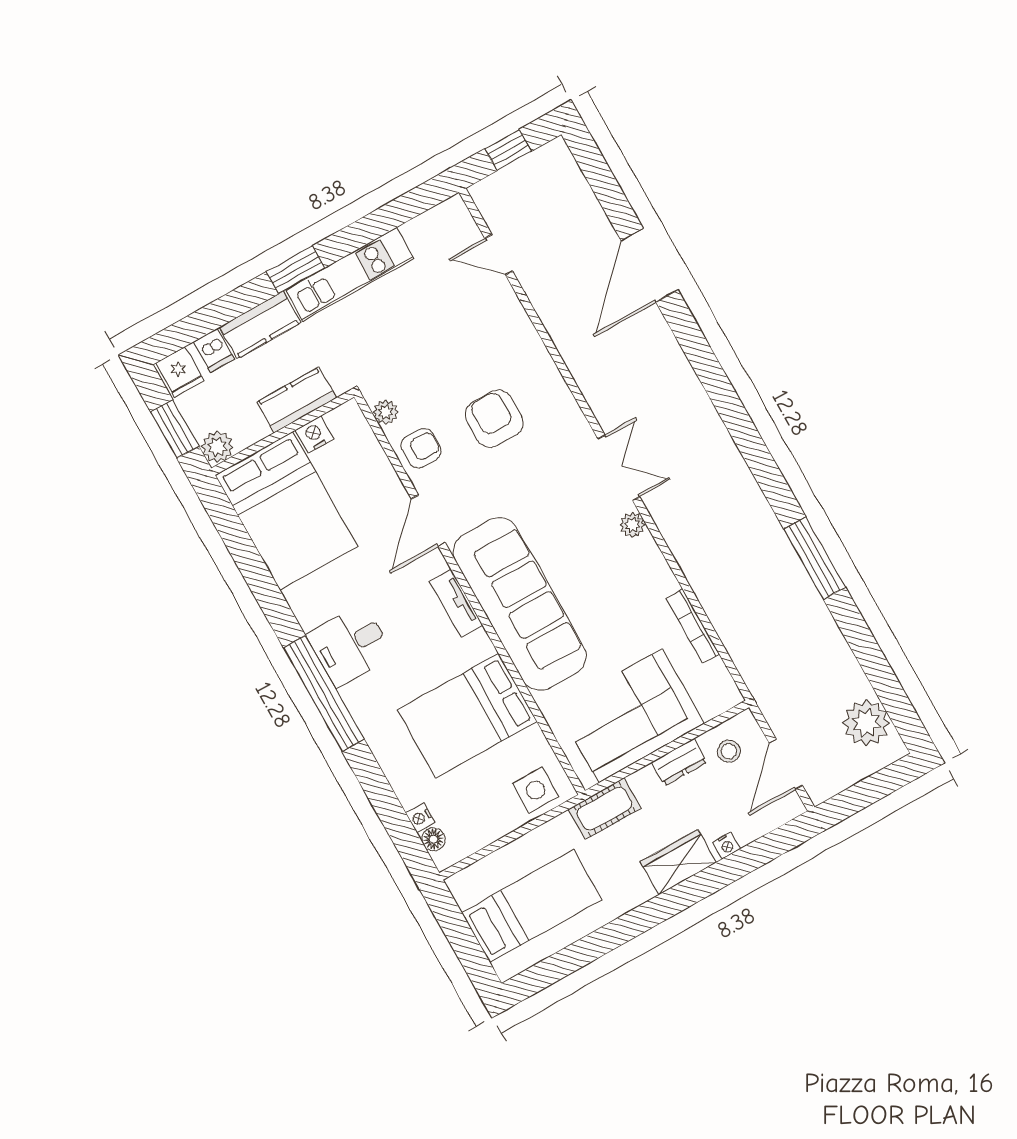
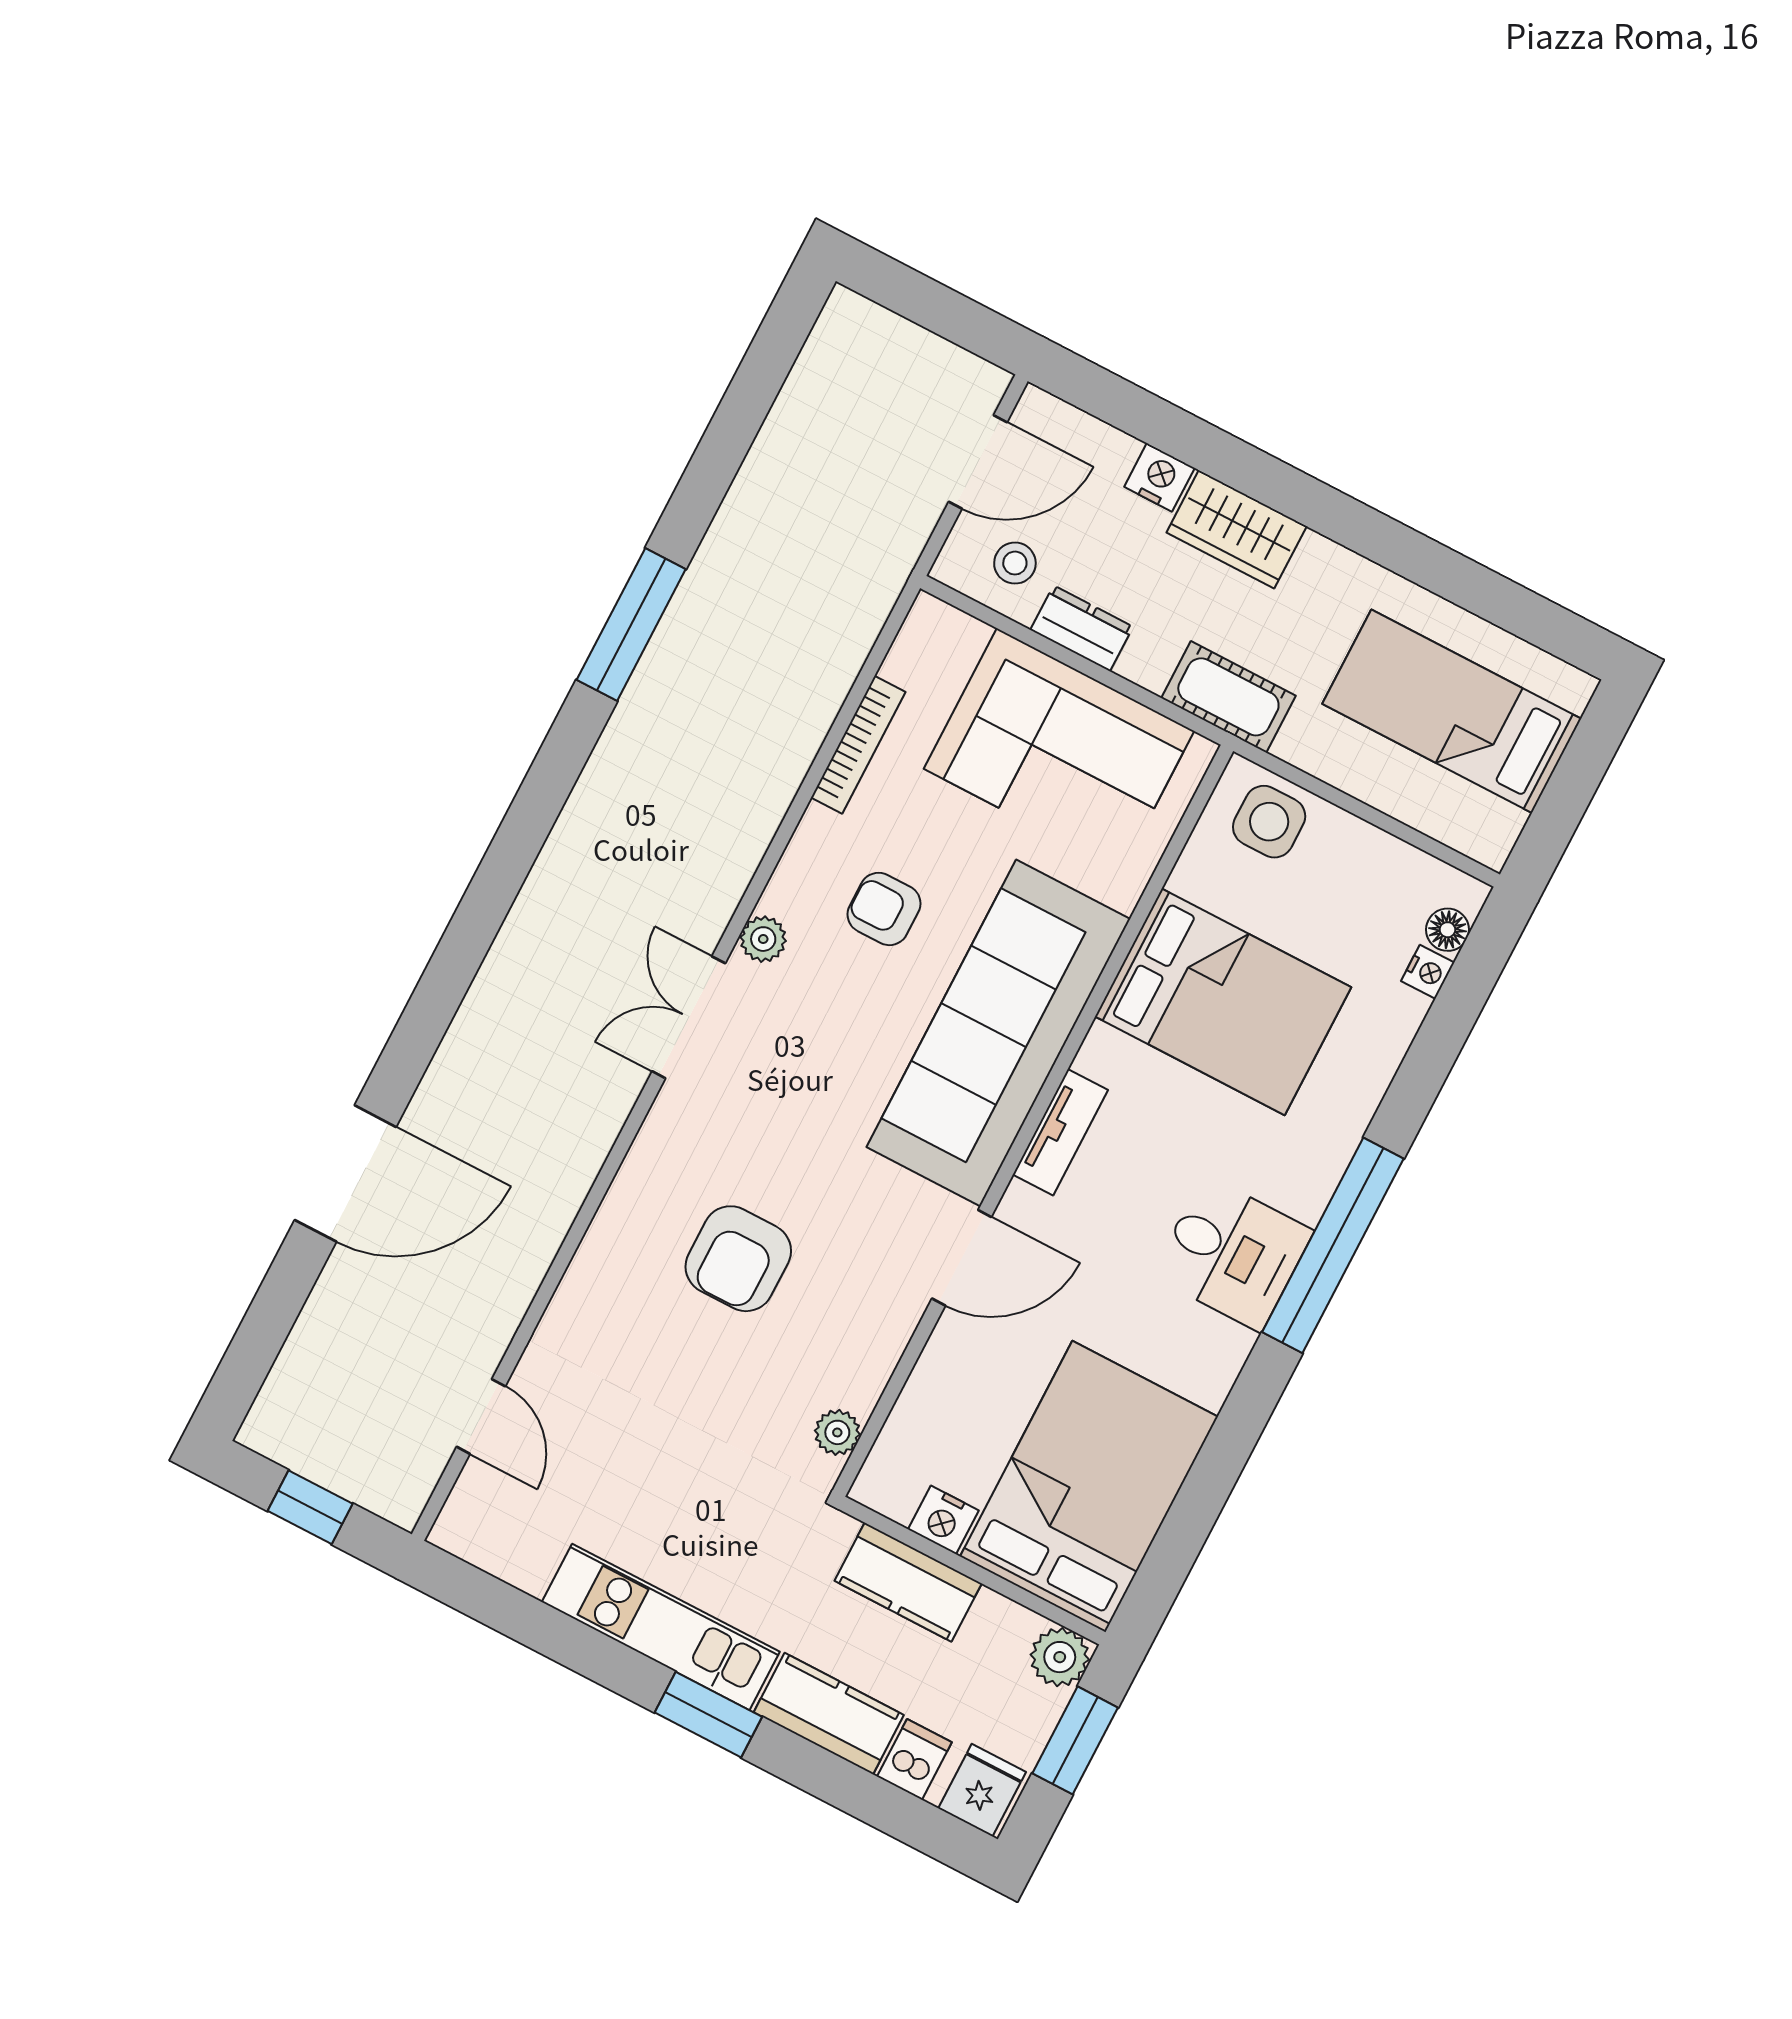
armchair: (421, 448) -> (884, 909), moved
plant: (866, 723) -> (833, 380), removed
nightstand: (727, 845) -> (1159, 477), width x1.39, depth x1.35

